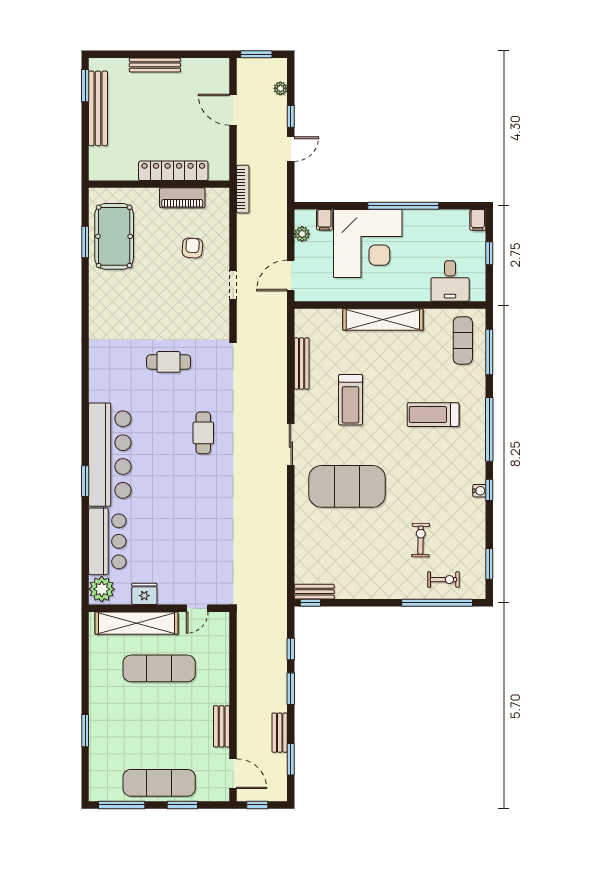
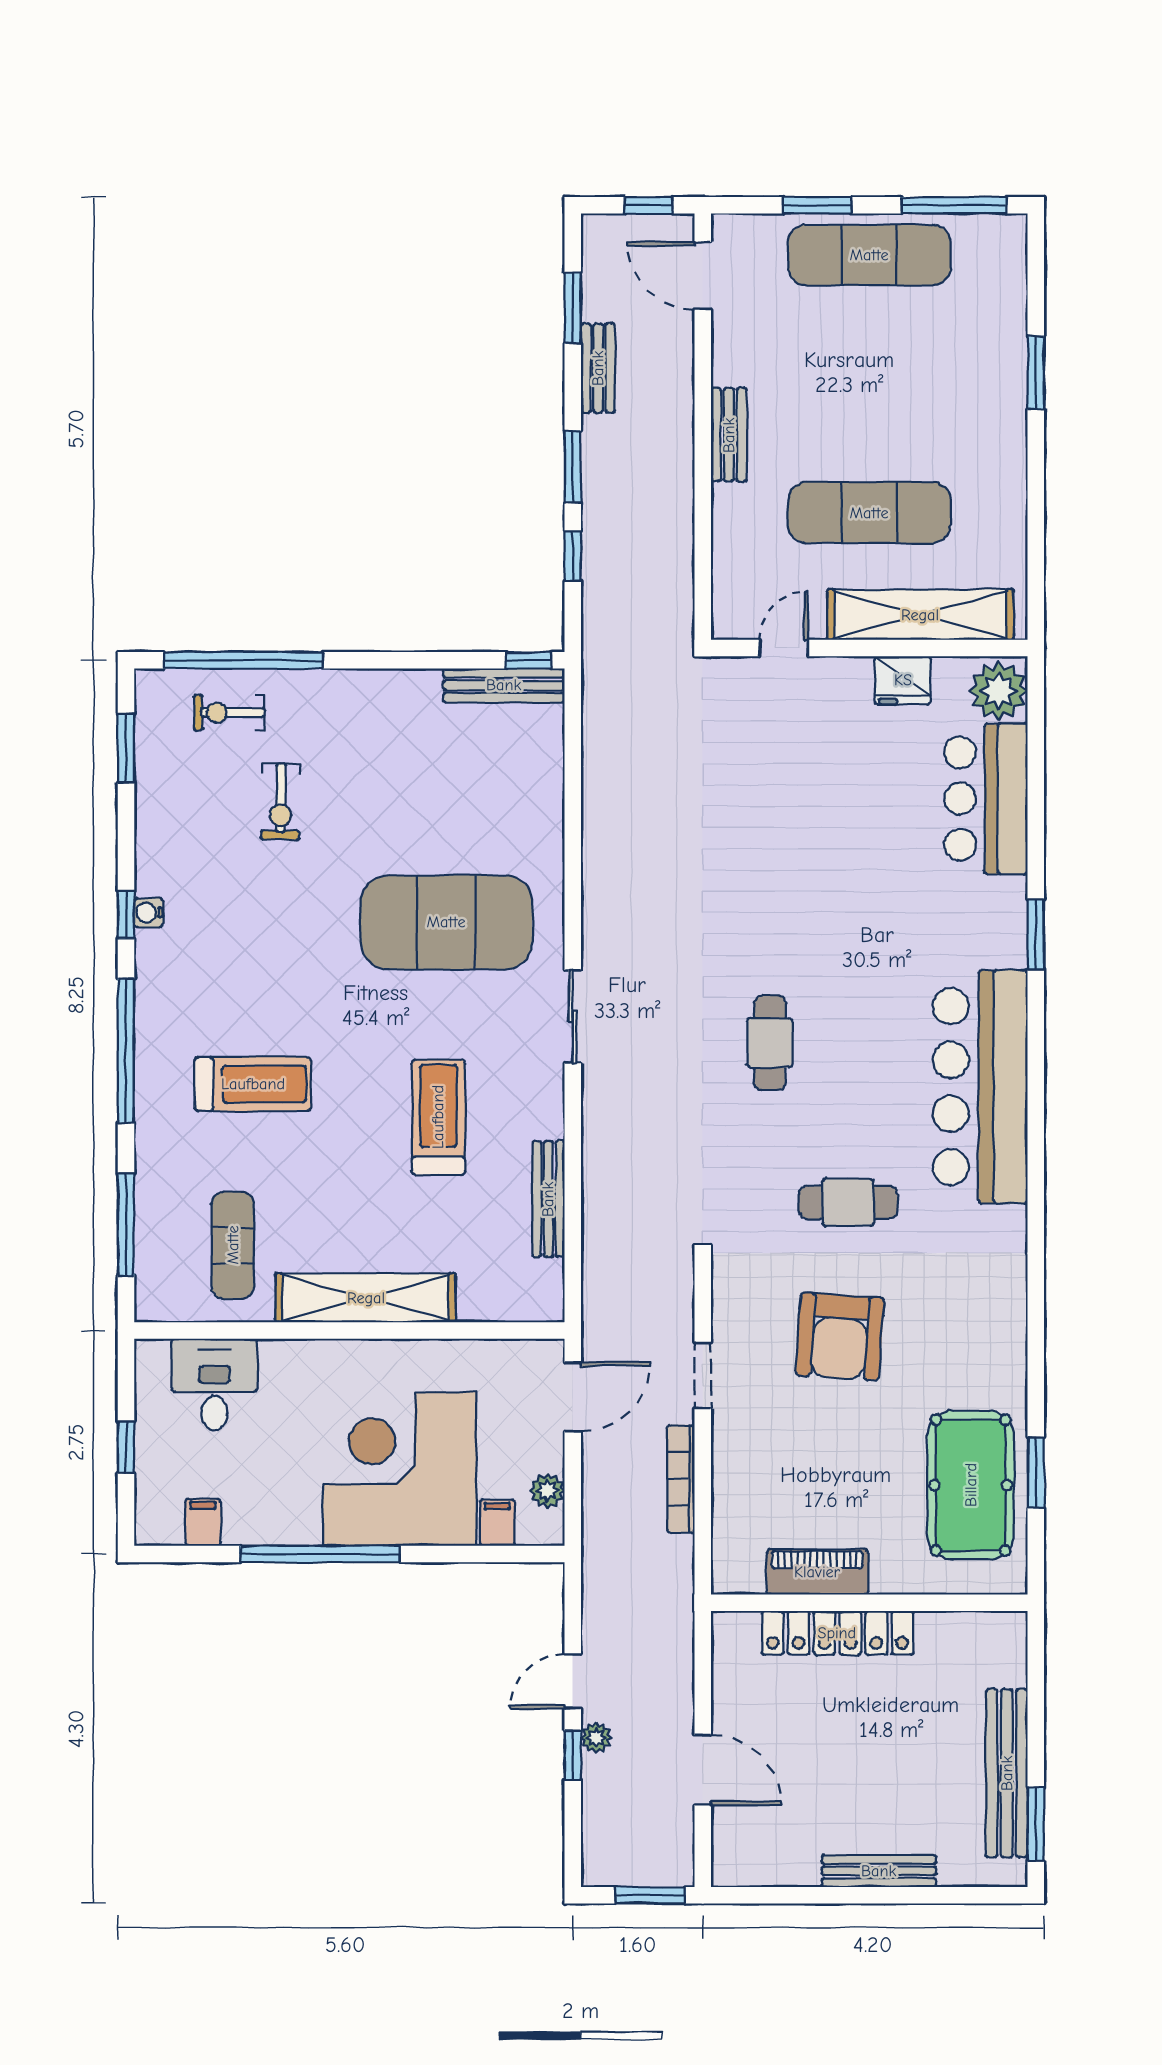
plant: (280, 88) -> (596, 1738), moved
bookcase: (243, 189) -> (681, 1479), moved
filing cabinet: (478, 220) -> (203, 1522), moved
armchair: (192, 248) -> (840, 1337), moved, width x1.88, depth x1.88
exercise mat: (463, 341) -> (233, 1245), moved
bar counter: (110, 455) -> (980, 1087), moved
bench: (314, 592) -> (504, 685), width x1.36
bench: (222, 726) -> (729, 435), moved

